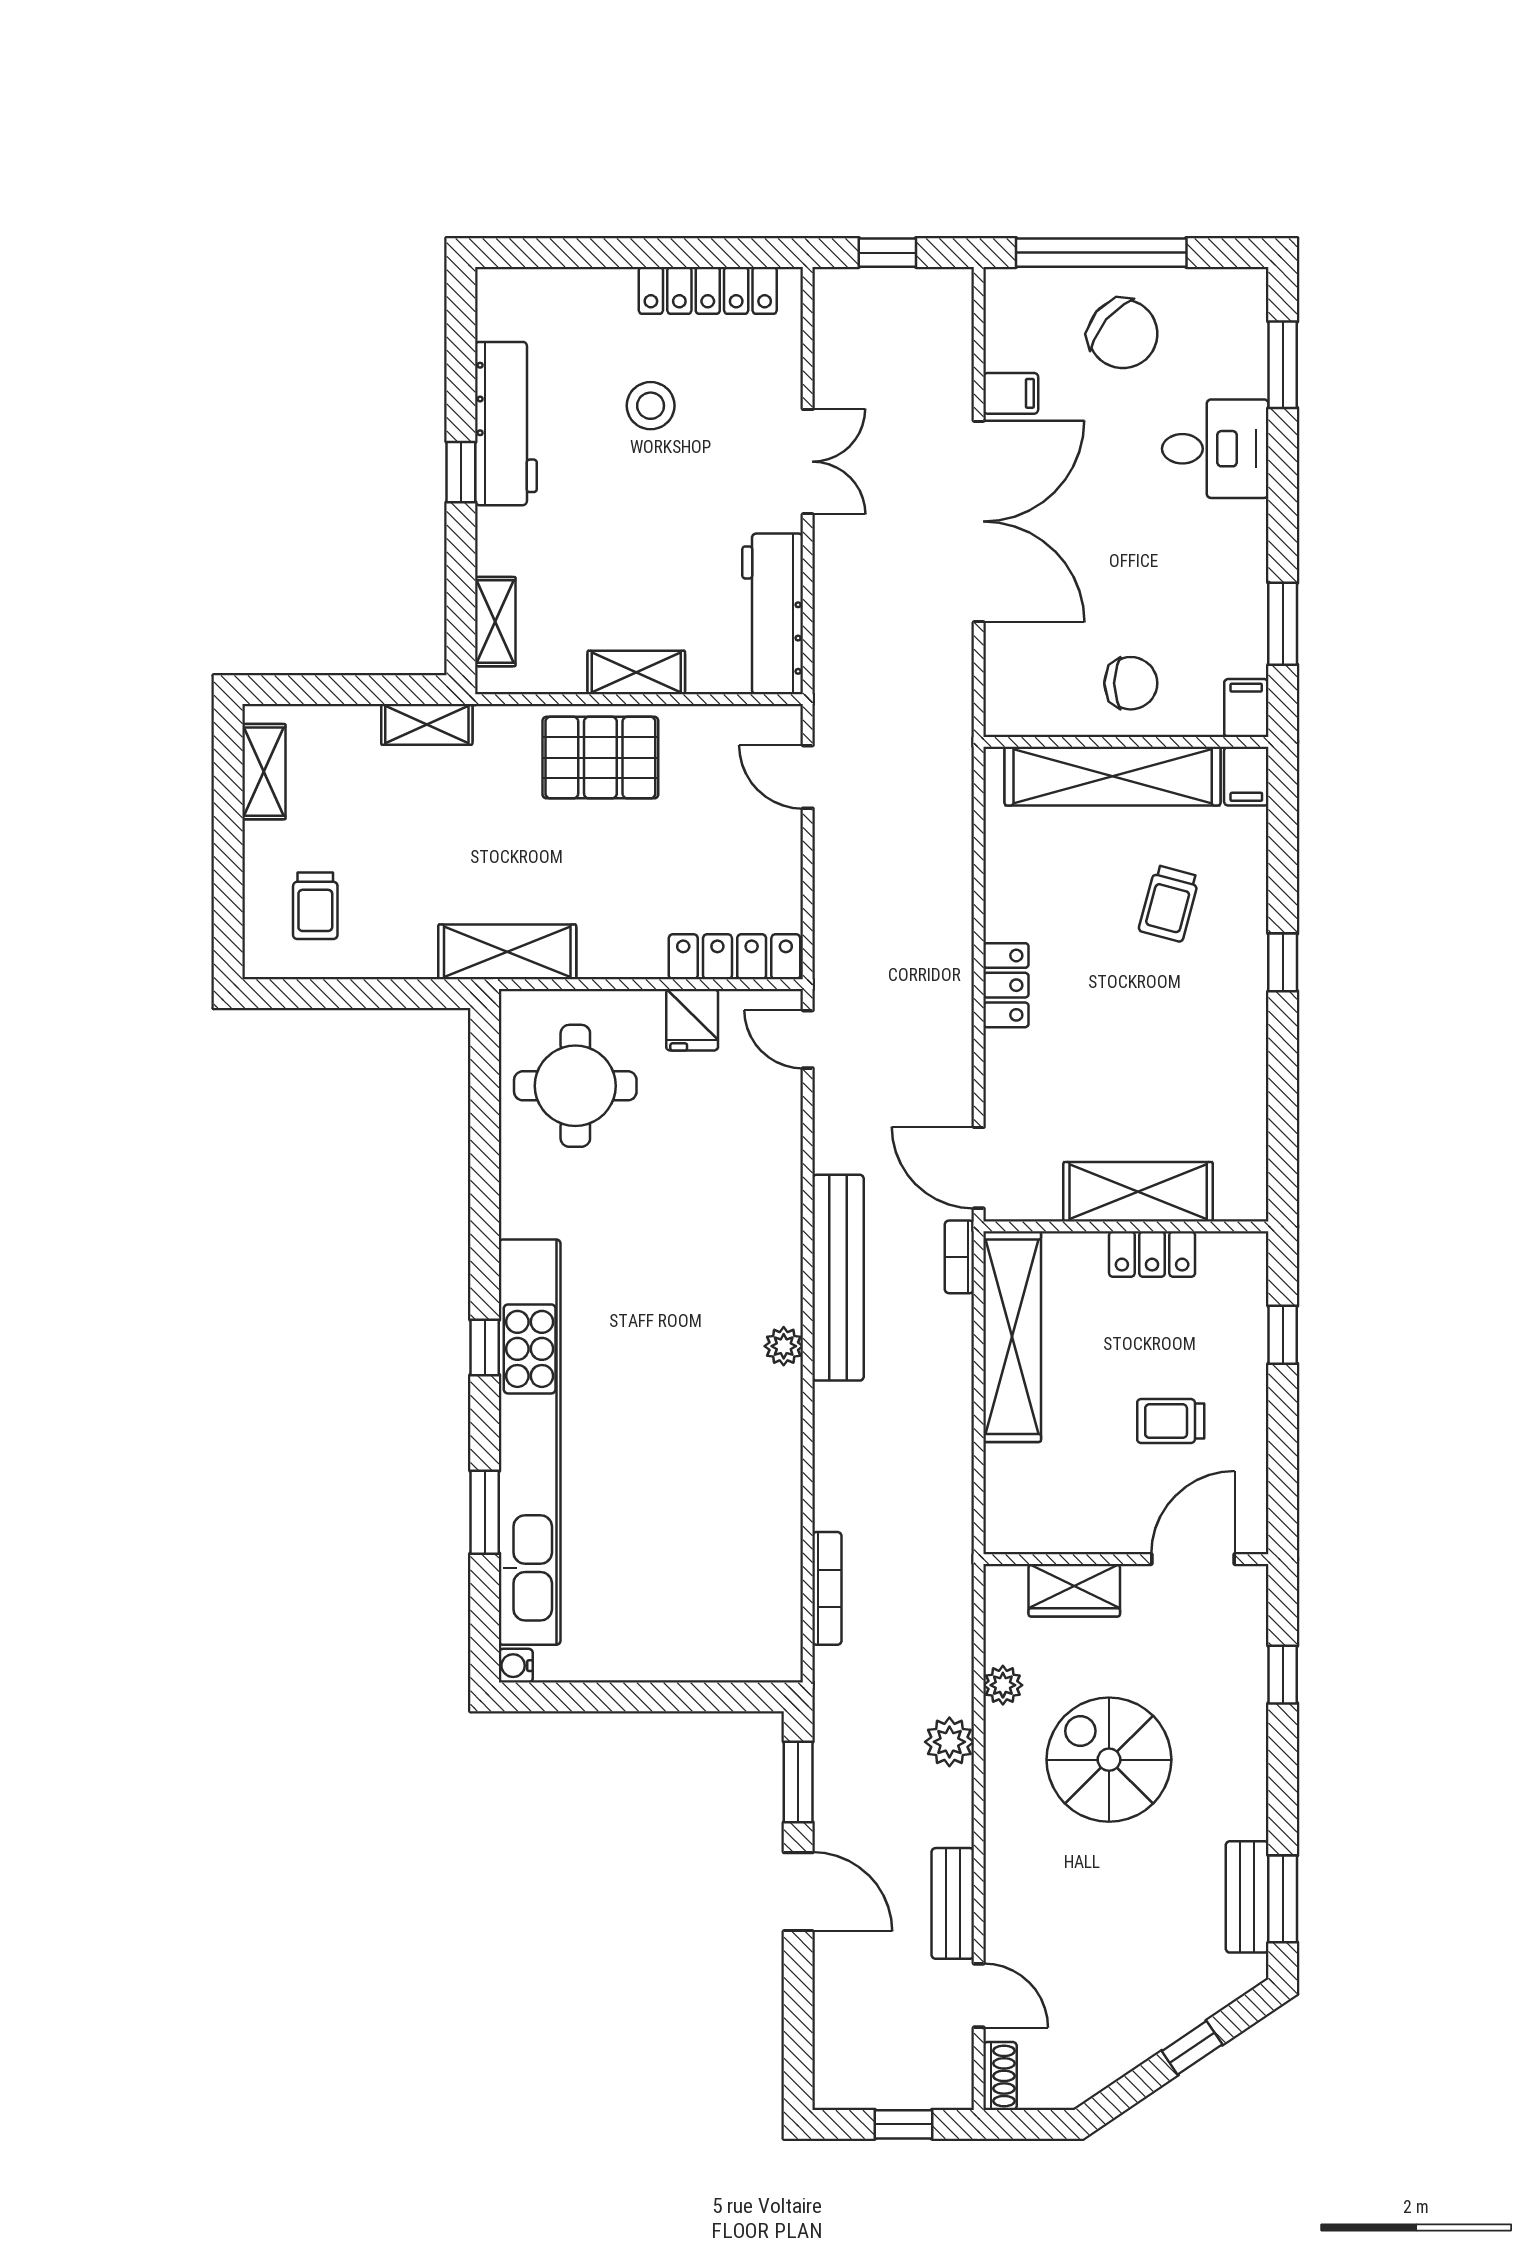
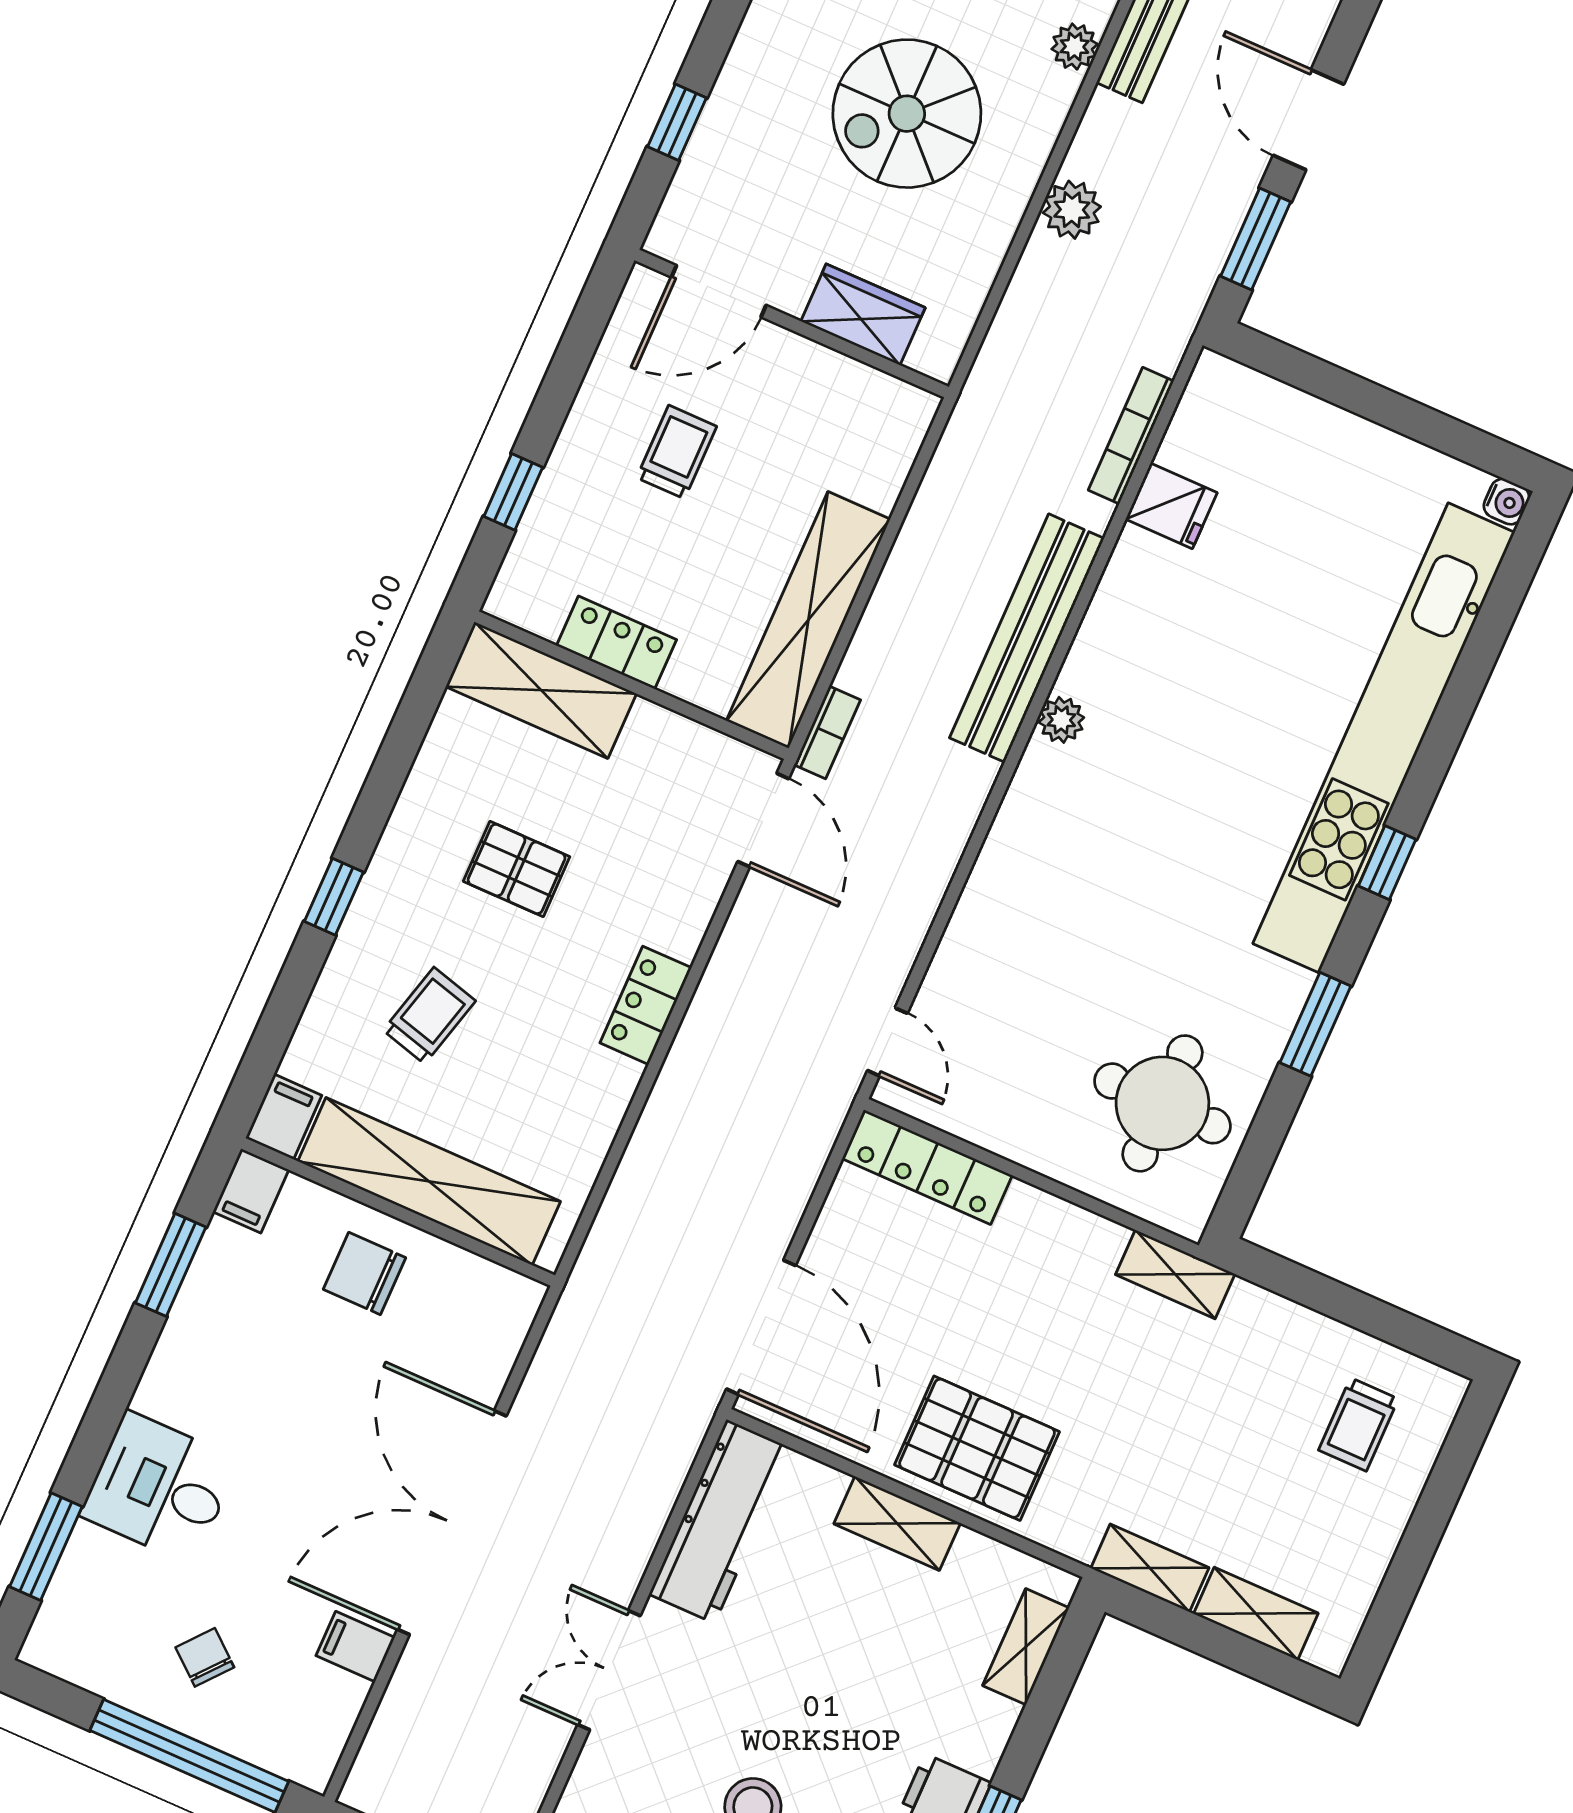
chair: (1123, 334) -> (205, 1657), width x0.54, depth x0.54
shelving: (264, 772) -> (1256, 1614), moved, turned 90
door: (808, 777) -> (761, 1327), width x1.88
trolley: (315, 906) -> (1358, 1424), turned 180
shelving: (507, 952) -> (1175, 1274), width x0.67, depth x0.75
fridge: (692, 1020) -> (1171, 506), moved, turned 90
pallet: (1152, 1046) -> (517, 869), added
shelving: (1138, 1192) -> (541, 690), moved
bench: (838, 1278) -> (1027, 638), moved
trolley: (1171, 1421) -> (677, 452), turned -90
window: (485, 1512) -> (1315, 1024), moved
plant: (1003, 1685) -> (1075, 47), moved
spiral stairs: (1109, 1760) -> (907, 114), turned 90

